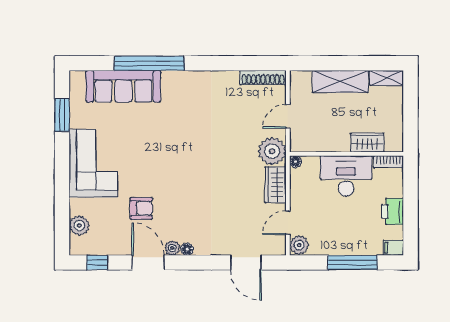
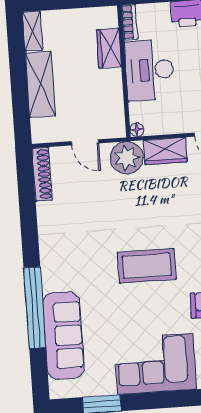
coffee table: (178, 162) -> (147, 266), added

